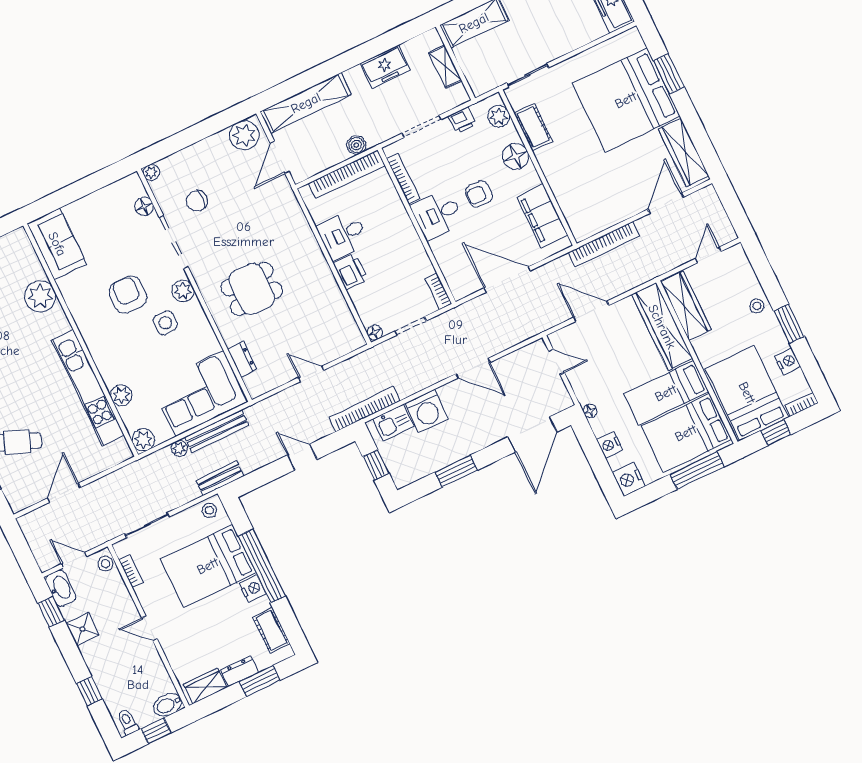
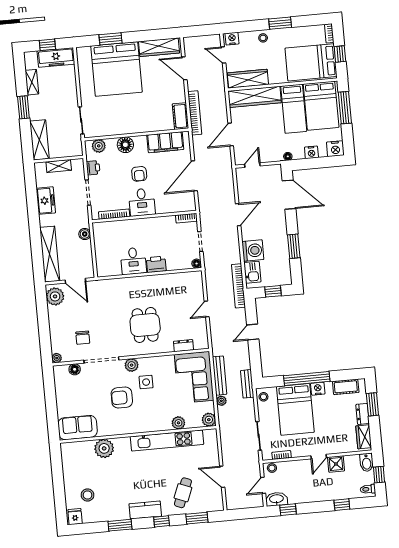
cot: (533, 127) -> (180, 116), moved, turned 90
bookcase: (347, 174) -> (99, 246), removed
nightstand: (787, 361) -> (232, 39), moved
shower: (82, 629) -> (336, 464), moved

